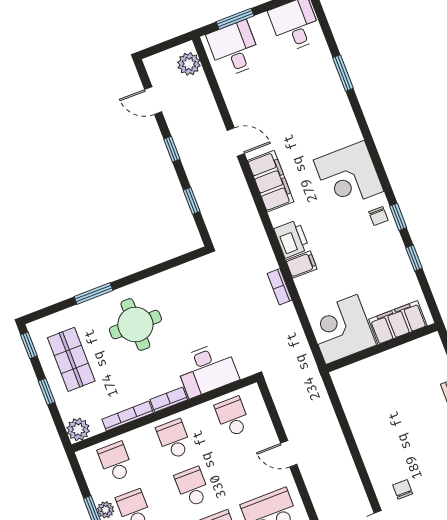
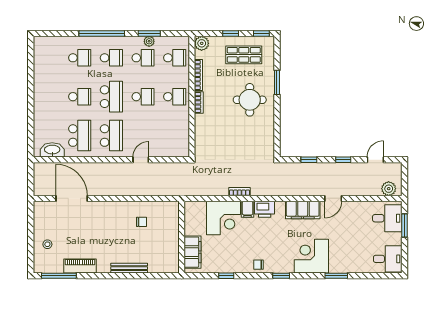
window: (343, 73) -> (336, 276), moved
corner desk: (349, 176) -> (311, 256), moved
window: (398, 217) -> (281, 276), moved
corner desk: (341, 329) -> (224, 218), moved, turned 90
desk: (207, 369) -> (208, 131), removed
school desk: (233, 417) -> (175, 136), removed
chair: (403, 489) -> (141, 222), moved

